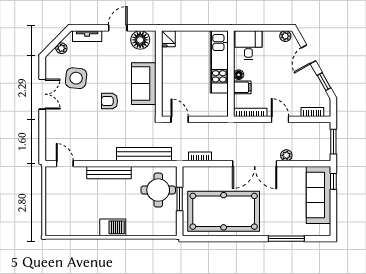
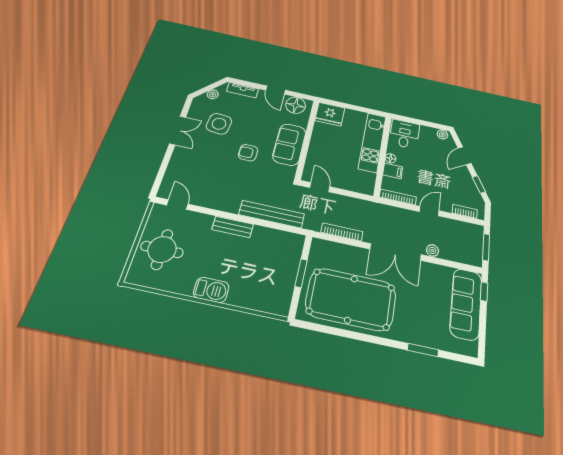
door: (118, 28) -> (276, 90), swing flipped
fridge: (168, 39) -> (330, 114), width x1.88, depth x1.34
door: (280, 119) -> (429, 211), hinge flipped
bookcase: (200, 156) -> (342, 232), width x1.56
bench: (109, 173) -> (233, 227), width x0.73
round table: (158, 190) -> (162, 249), moved
window: (286, 239) -> (423, 350), width x0.69

